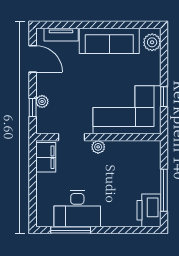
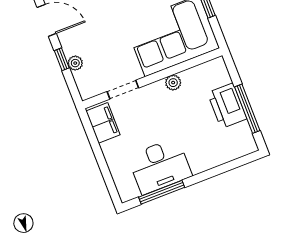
window: (33, 107) -> (62, 59), moved
plant: (98, 147) -> (173, 83), moved
printer: (149, 210) -> (227, 106), moved

